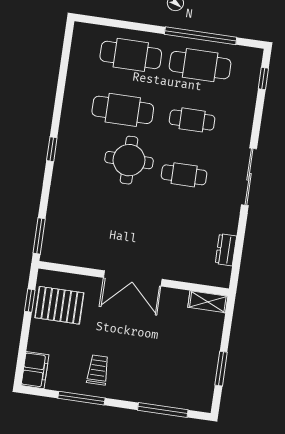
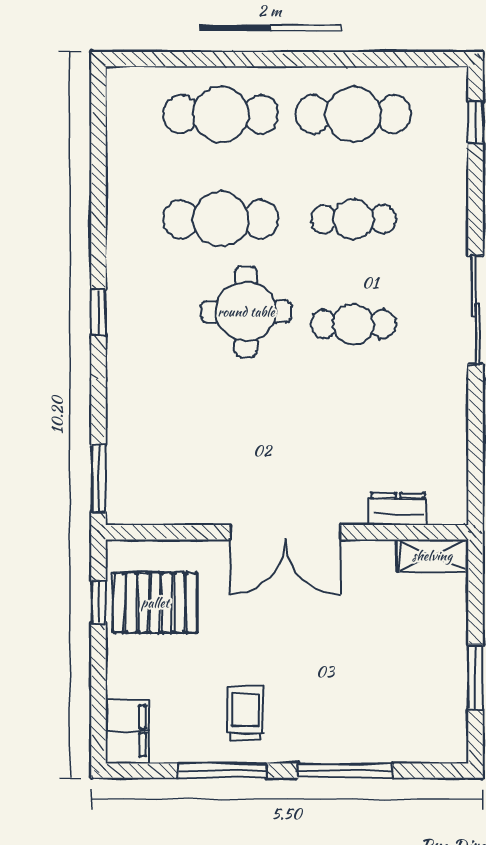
window: (201, 36) -> (346, 59), removed
dresser: (226, 250) -> (398, 509), moved, turned 90
window: (163, 410) -> (345, 771), moved

